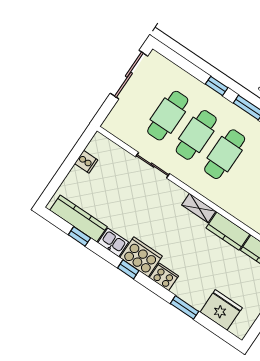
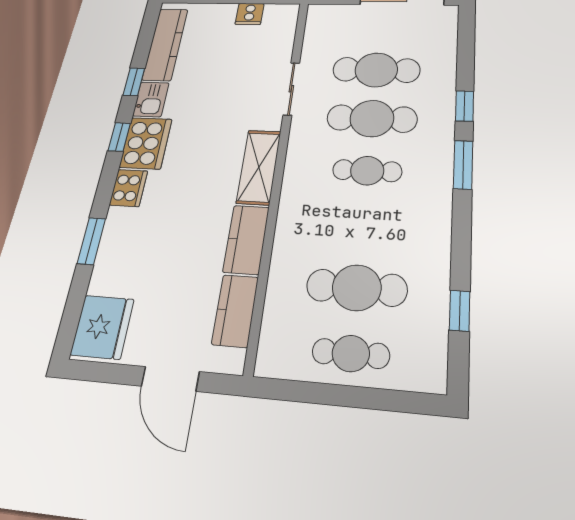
cafe table: (225, 154) -> (367, 171), width x0.73, depth x0.74
shelving: (199, 208) -> (259, 167), width x1.50, depth x1.33
window: (79, 236) -> (134, 82), moved
fridge: (221, 310) -> (102, 327), moved

